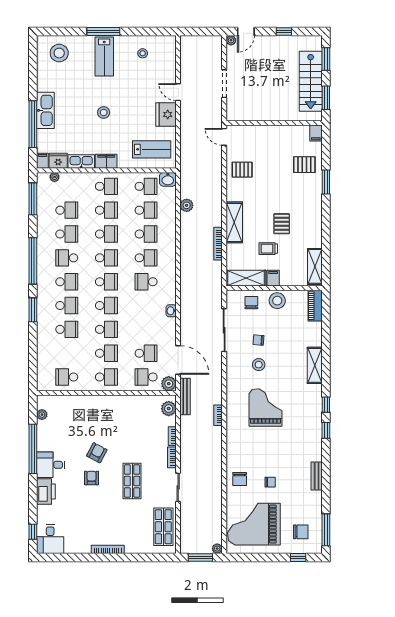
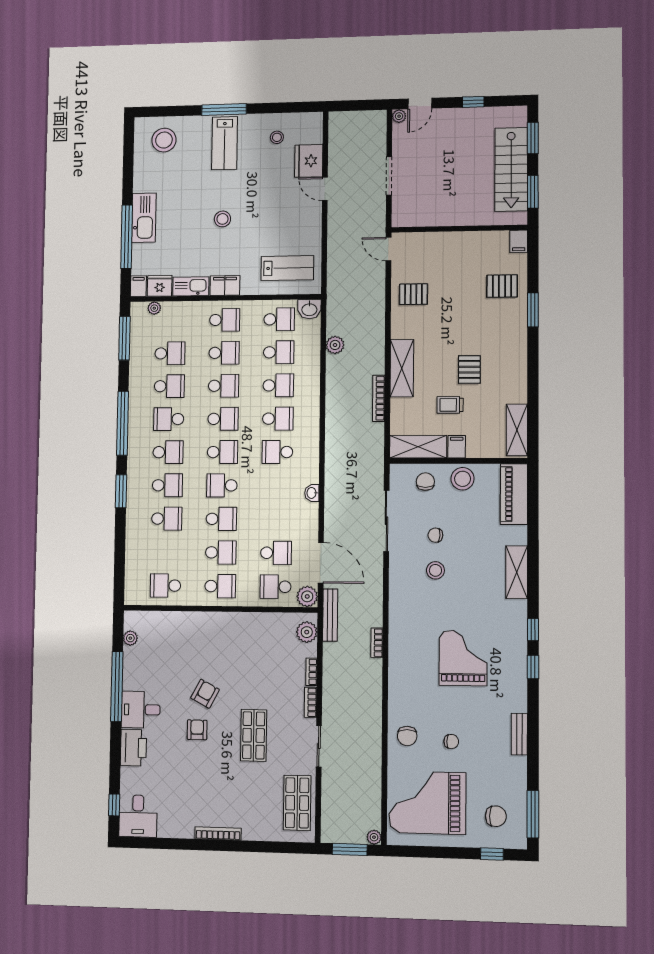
fridge: (166, 114) -> (309, 161), moved
school desk: (106, 306) -> (222, 485), turned 180
piano: (315, 306) -> (514, 494), width x1.37, depth x1.33
grand piano: (266, 408) -> (463, 658), moved

